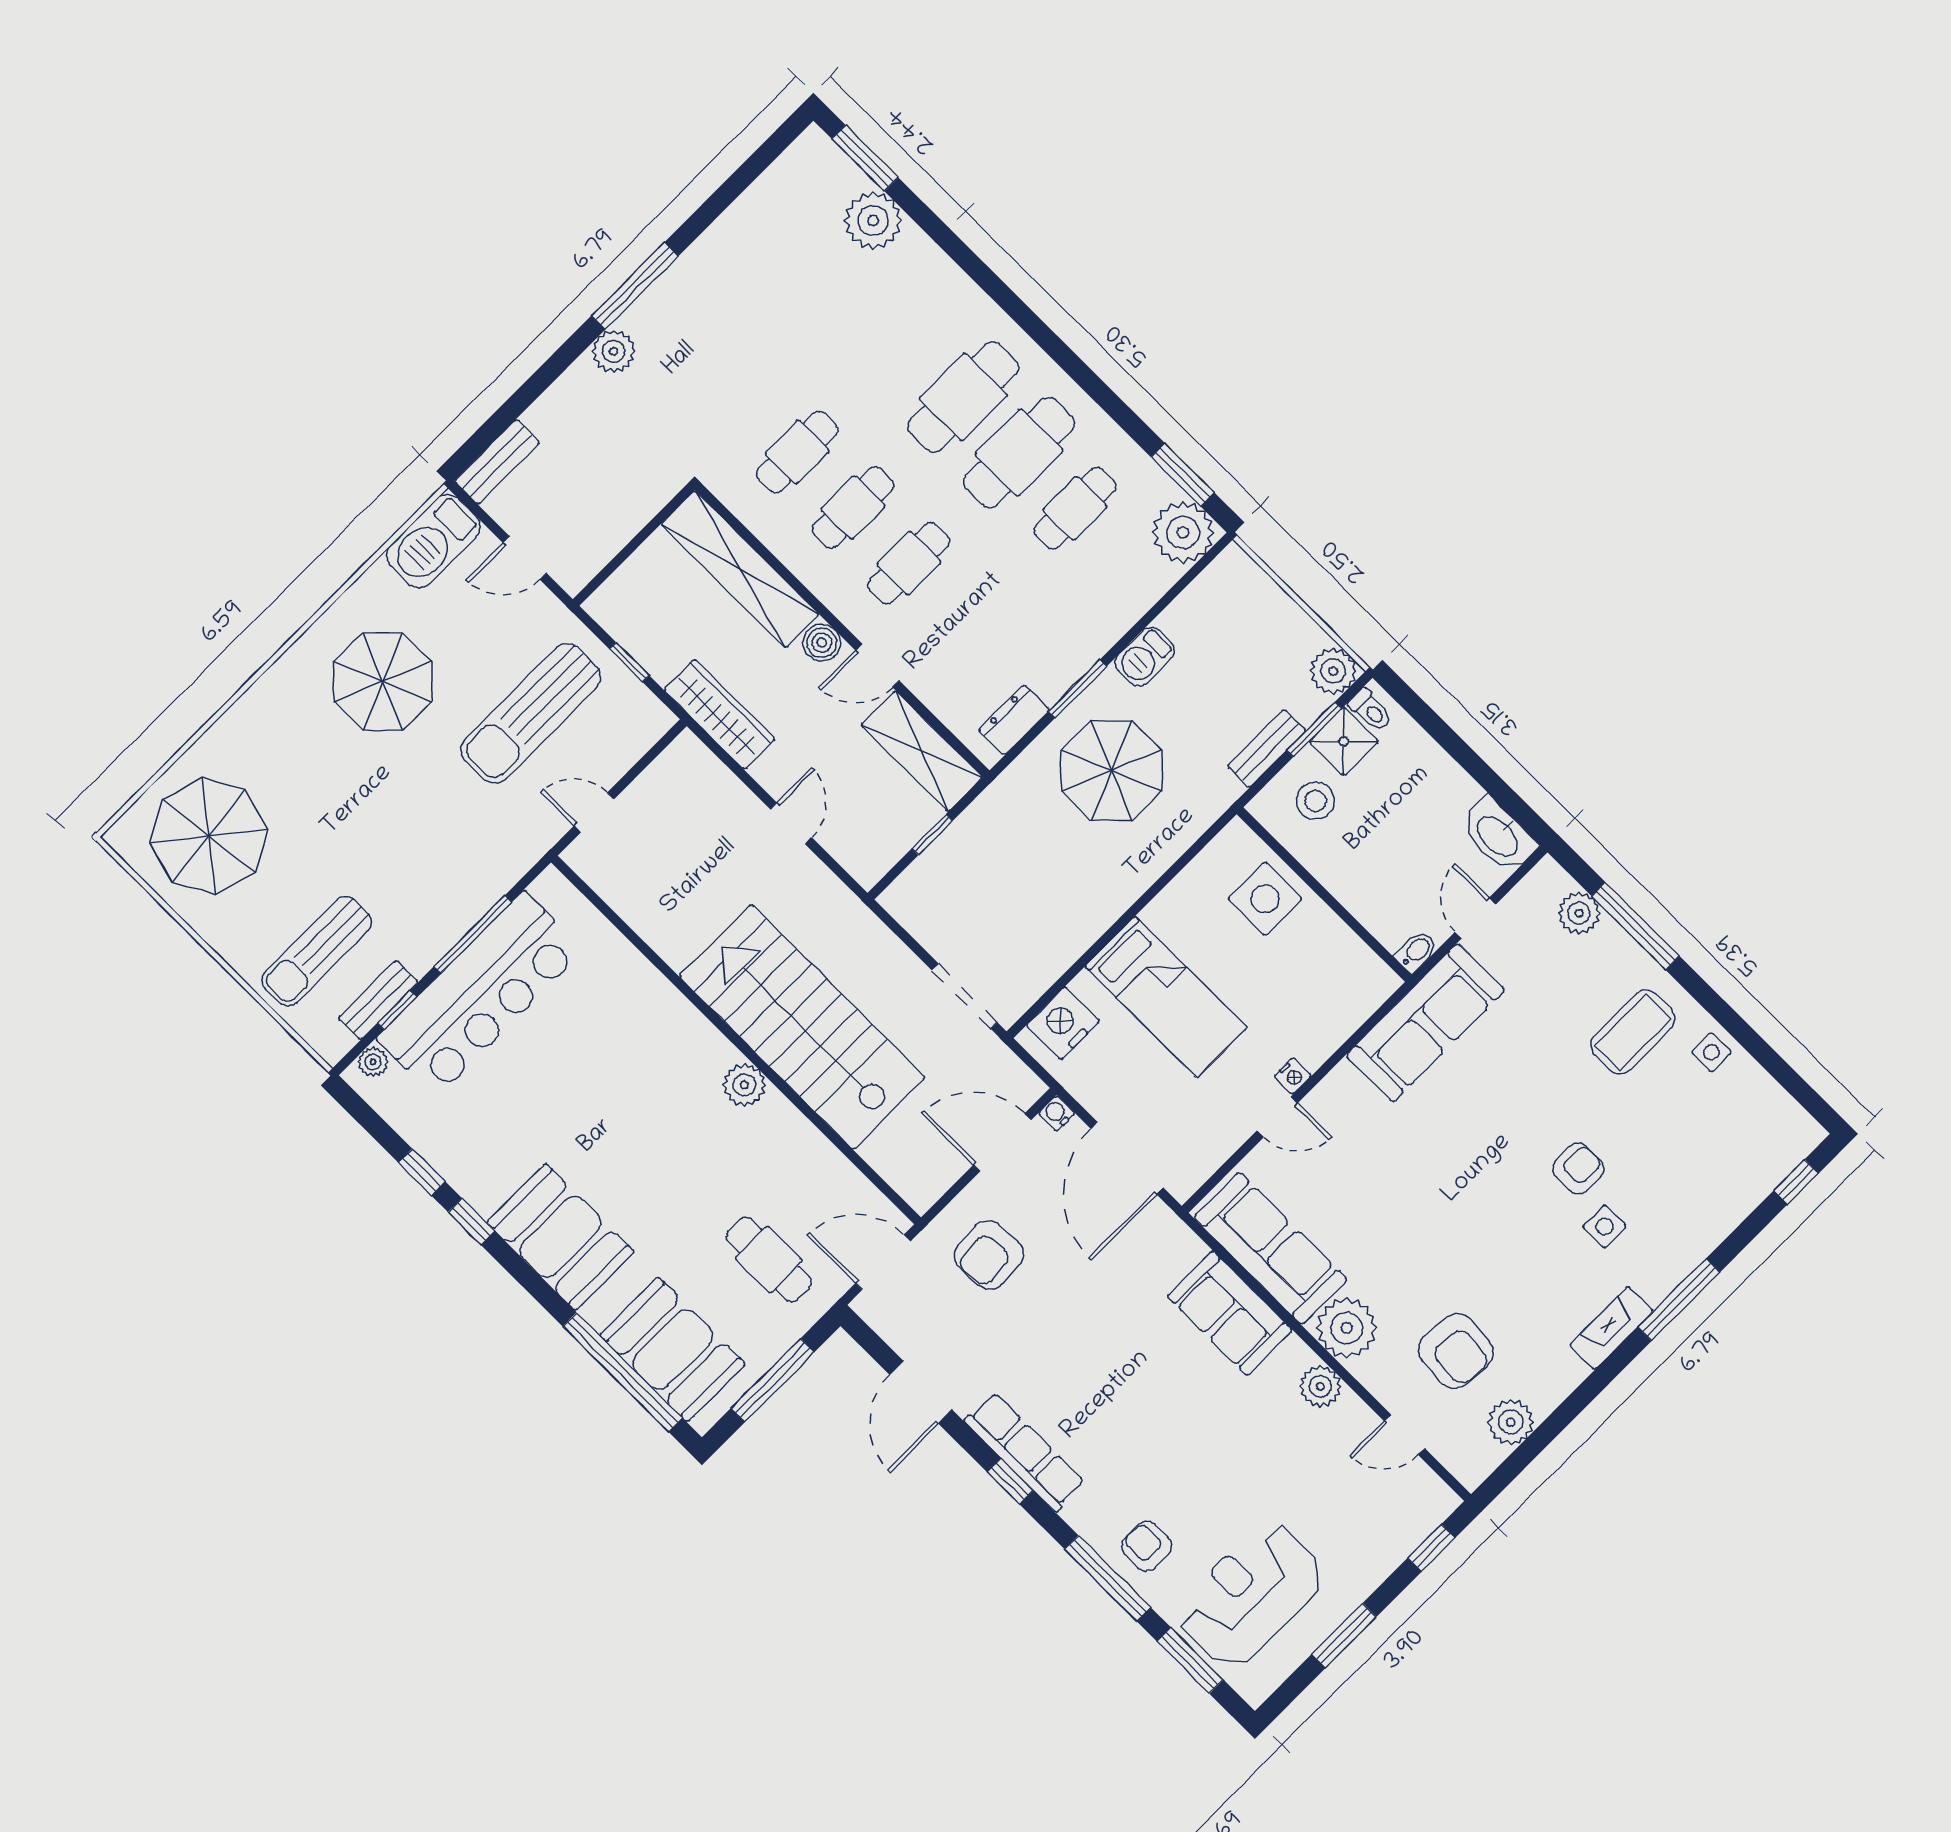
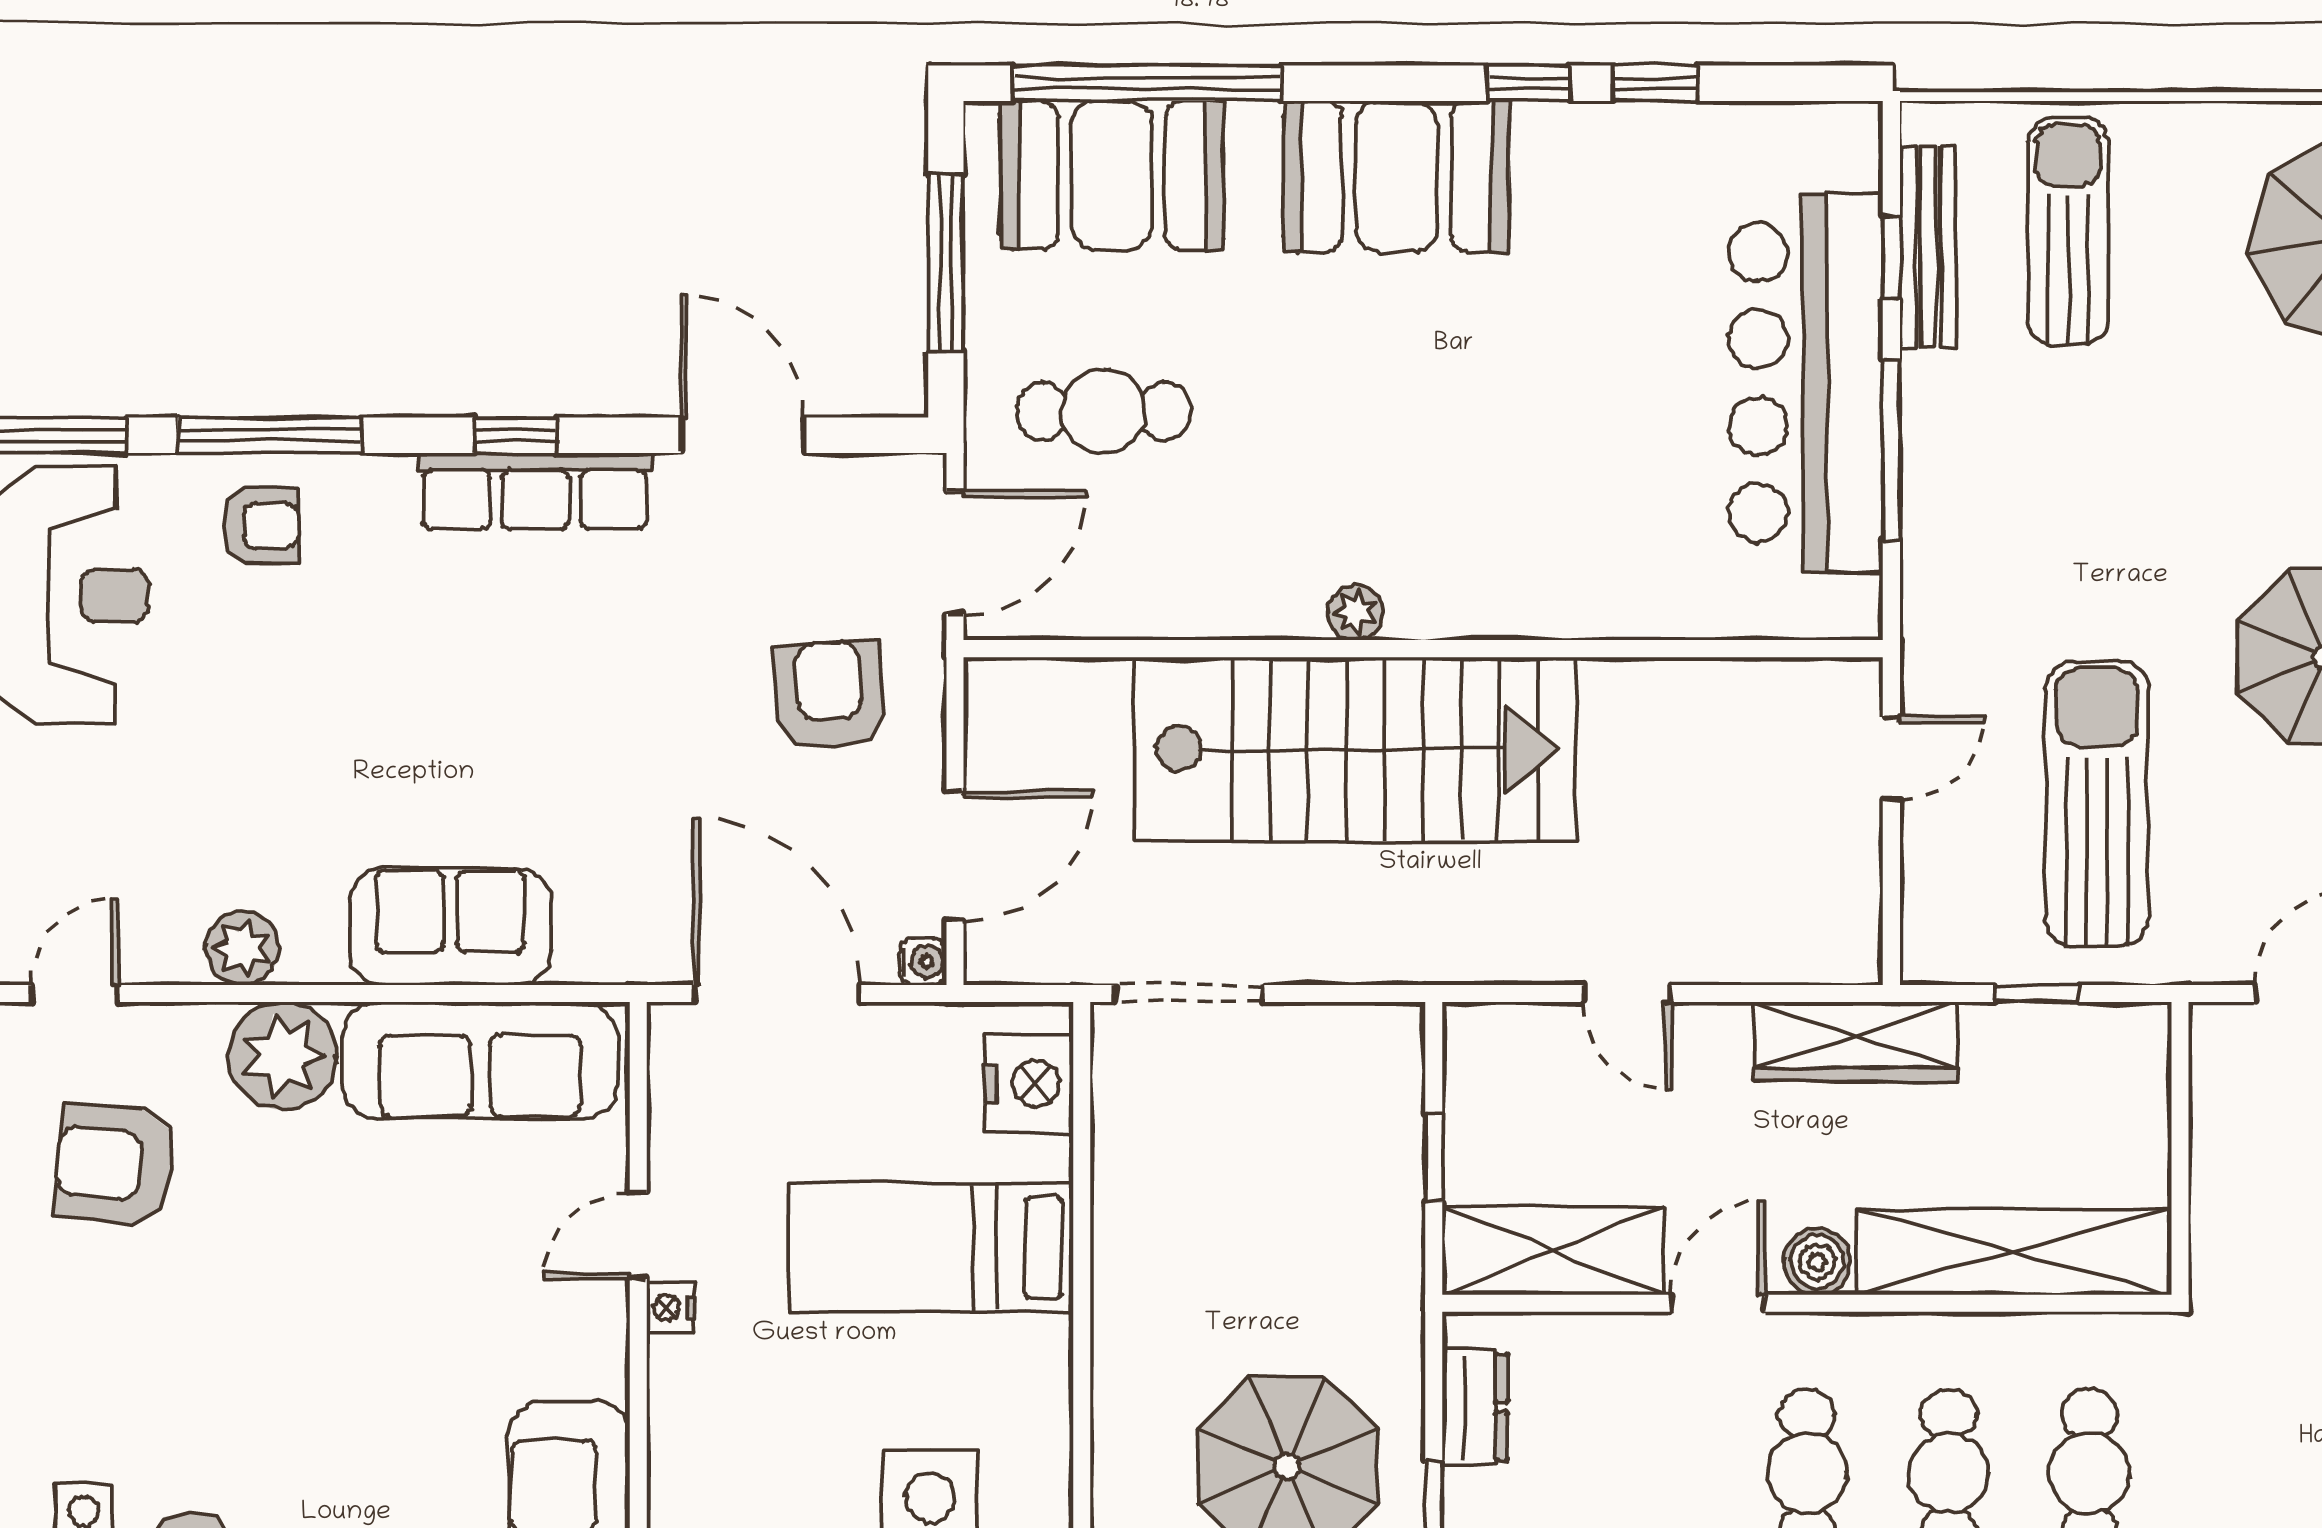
bench: (378, 1000) -> (1928, 247), width x1.36
plant: (373, 1062) -> (1856, 161), removed
plant: (744, 1085) -> (1355, 612), width x0.73, depth x0.73

